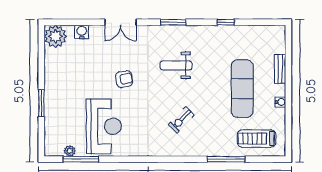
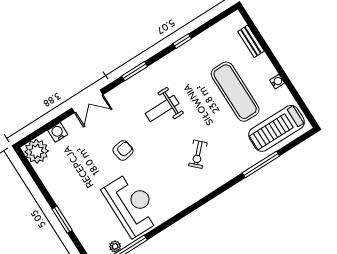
bench: (280, 69) -> (251, 41), moved
treadmill: (257, 139) -> (277, 128), width x1.37, depth x1.38

